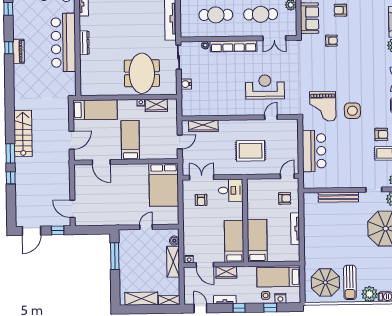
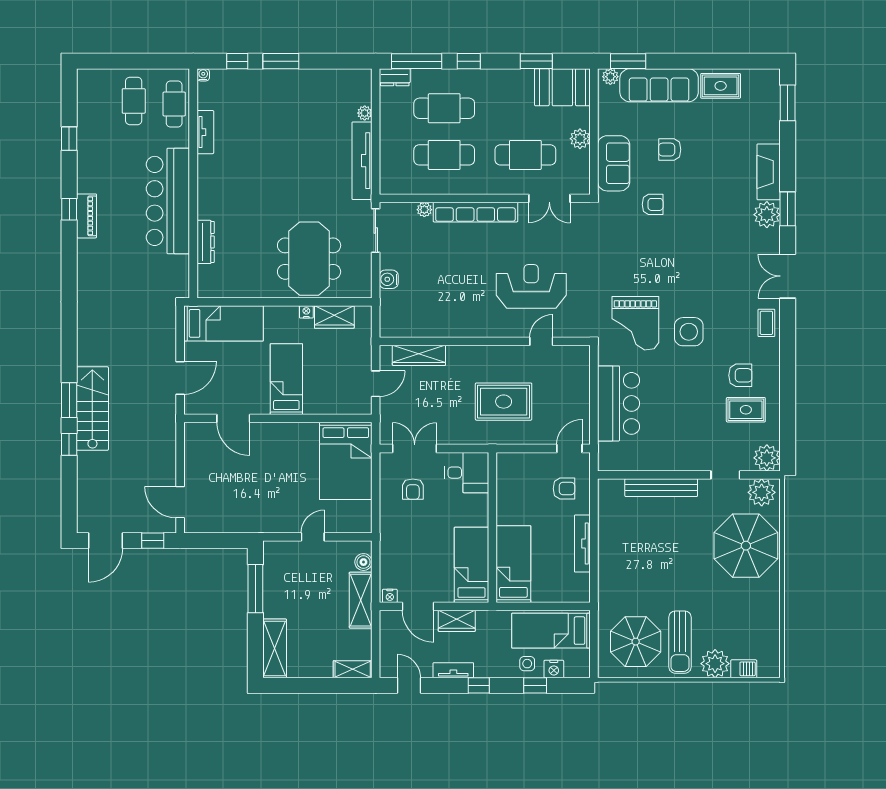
dresser: (84, 43) -> (206, 242), moved
stairs: (23, 133) -> (92, 409), moved
shelving: (141, 299) -> (275, 648), moved, turned 90

